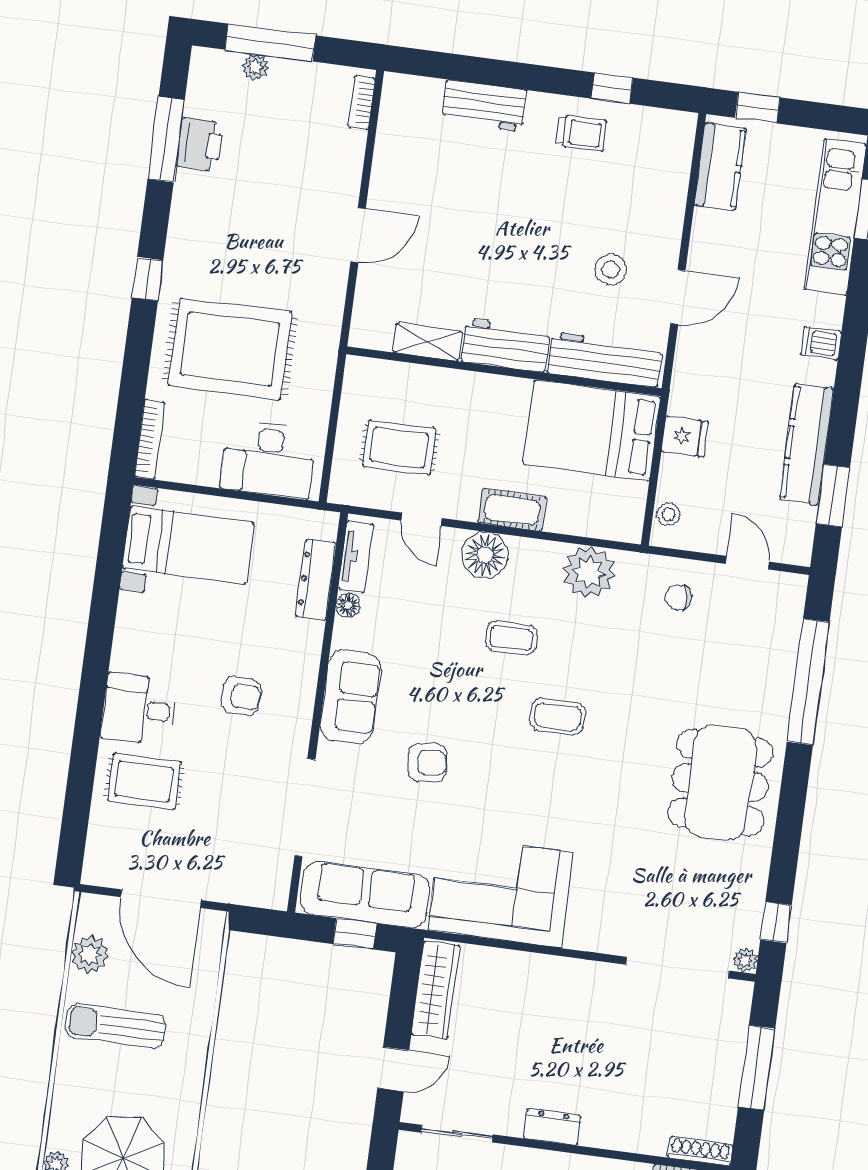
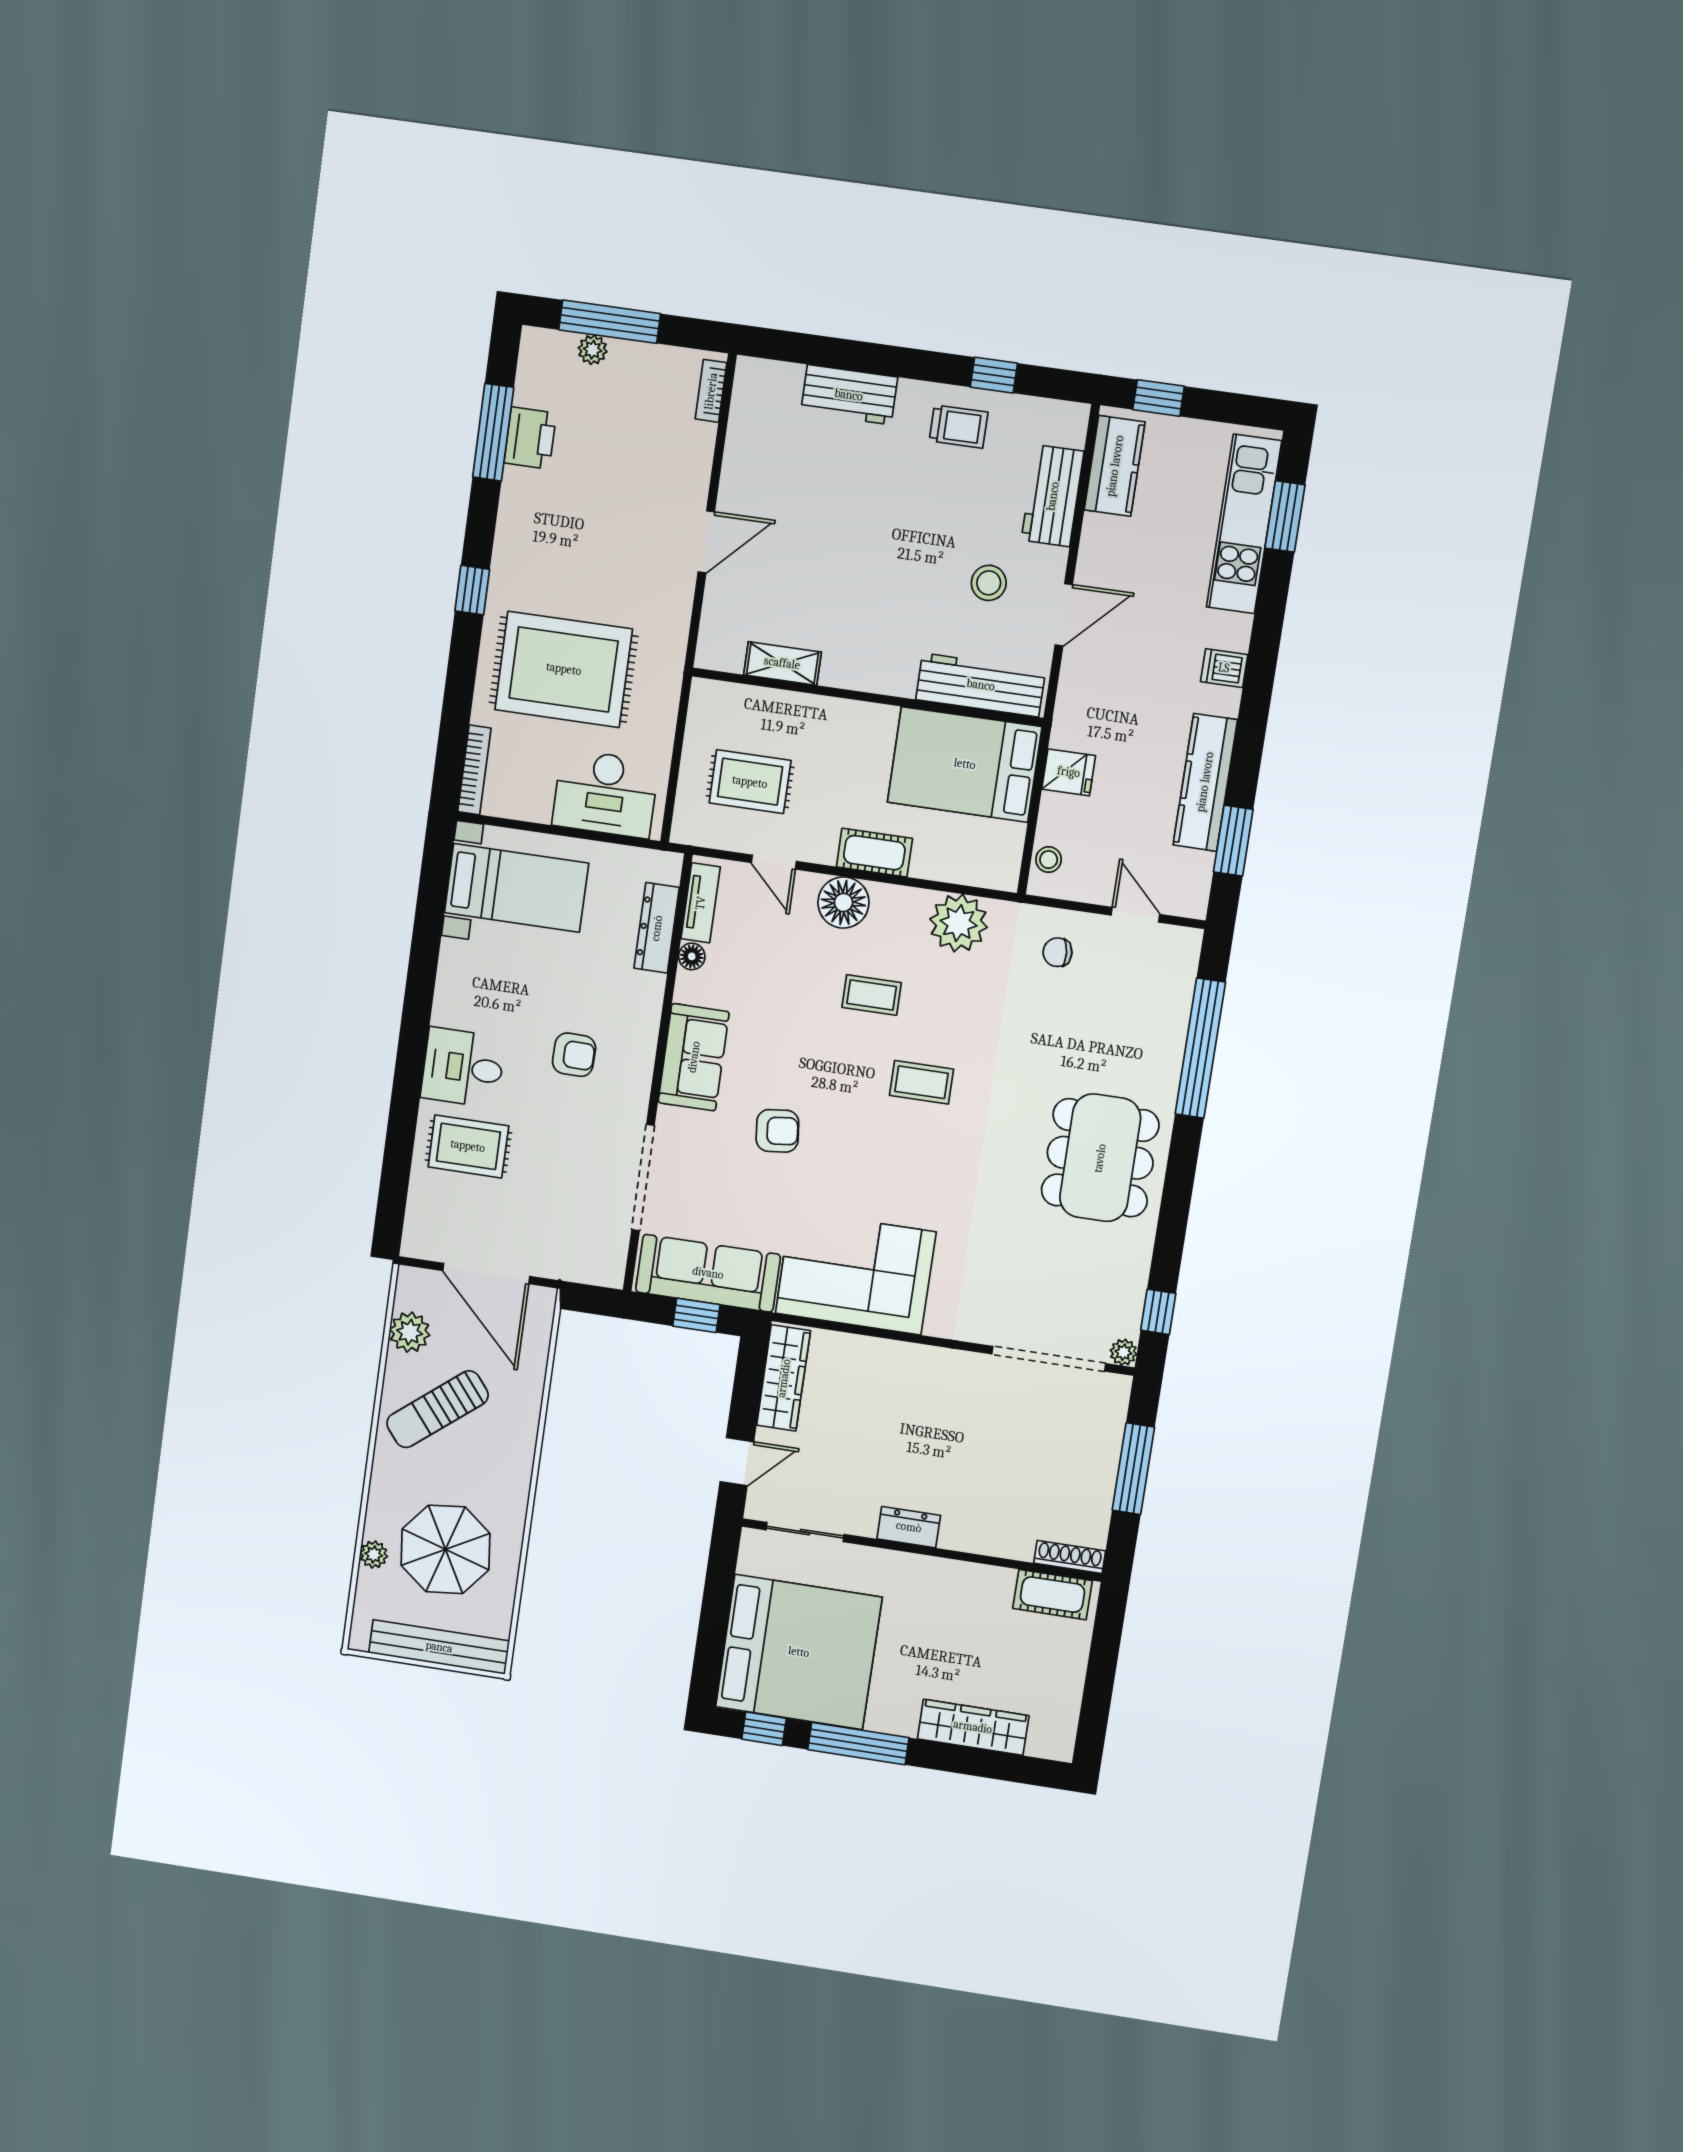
workbench: (506, 346) -> (1053, 496), moved, turned -90
sun lounger: (116, 1026) -> (437, 1409), turned -39

